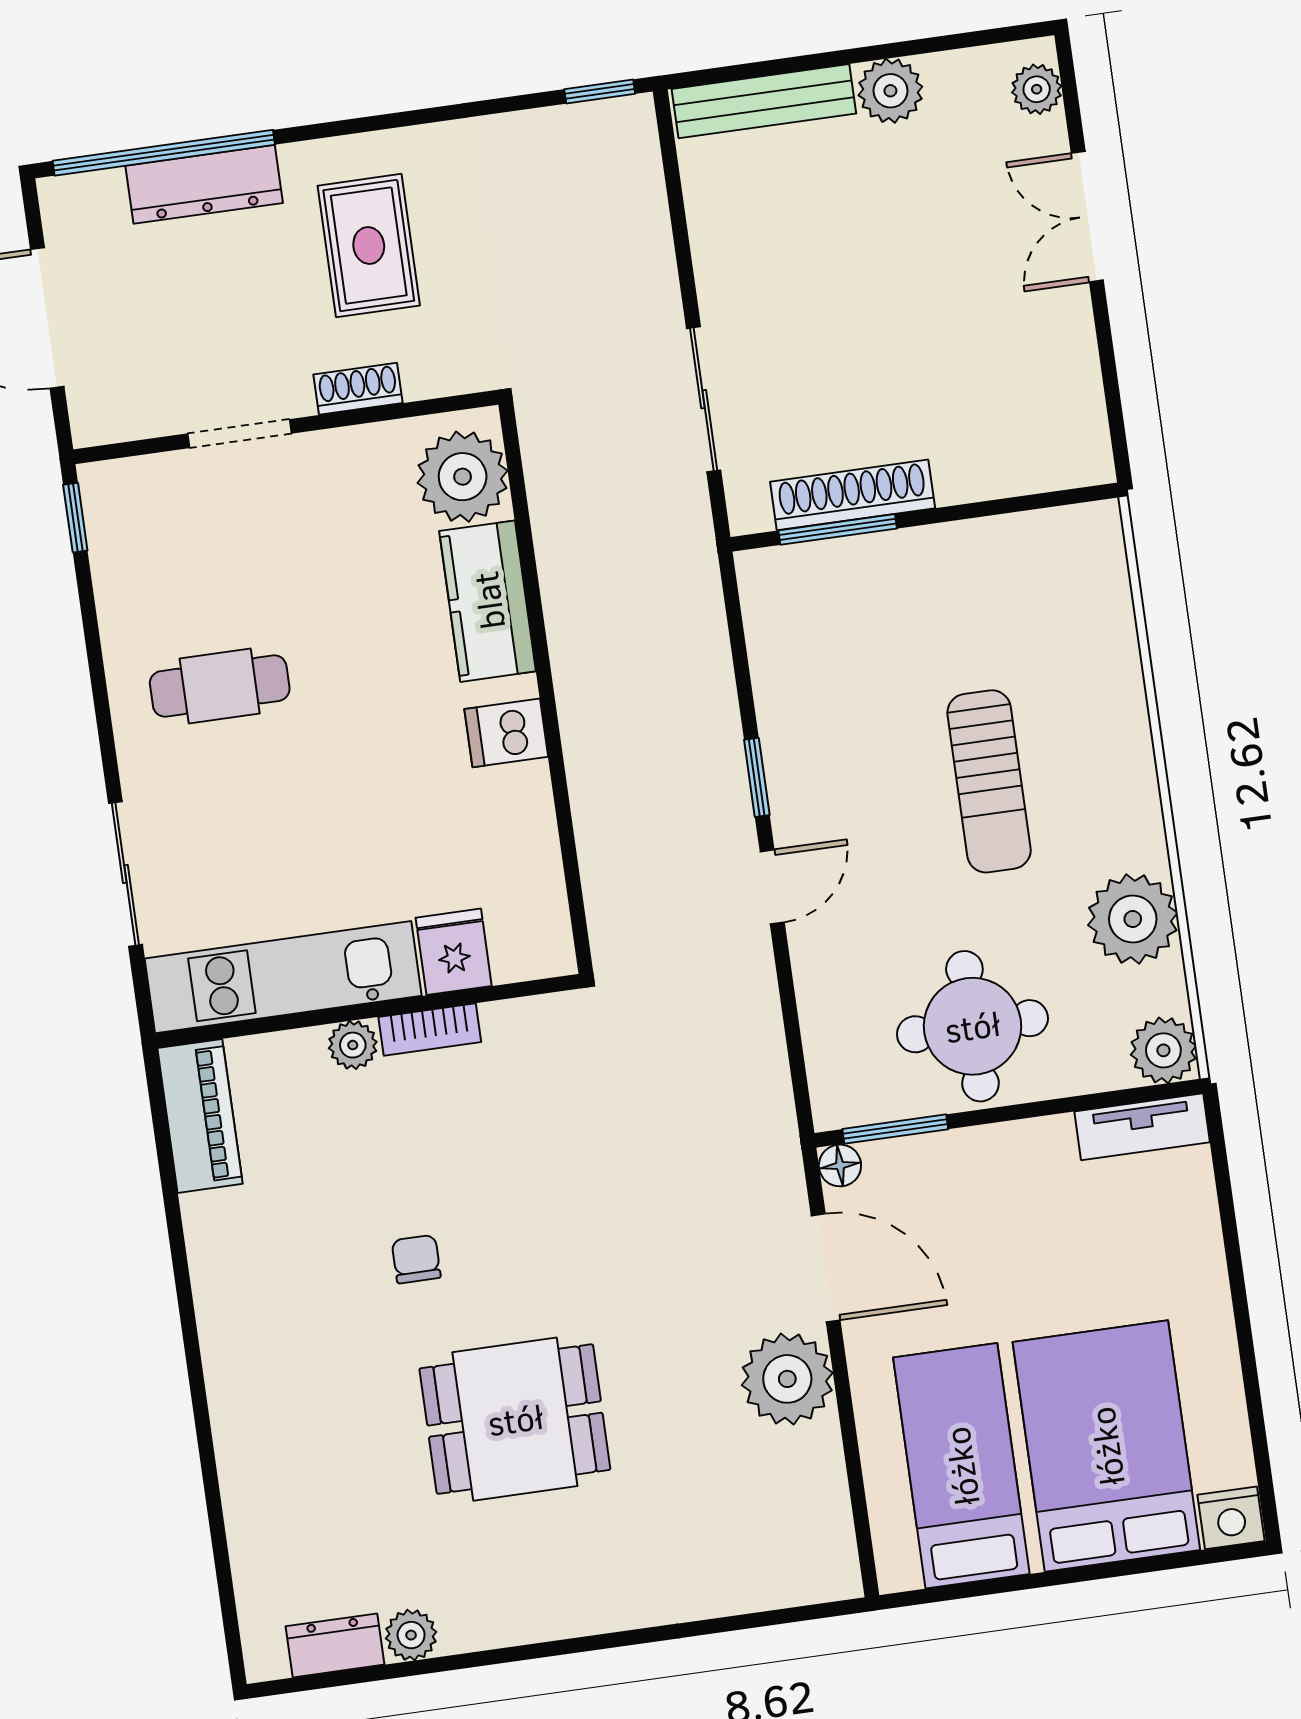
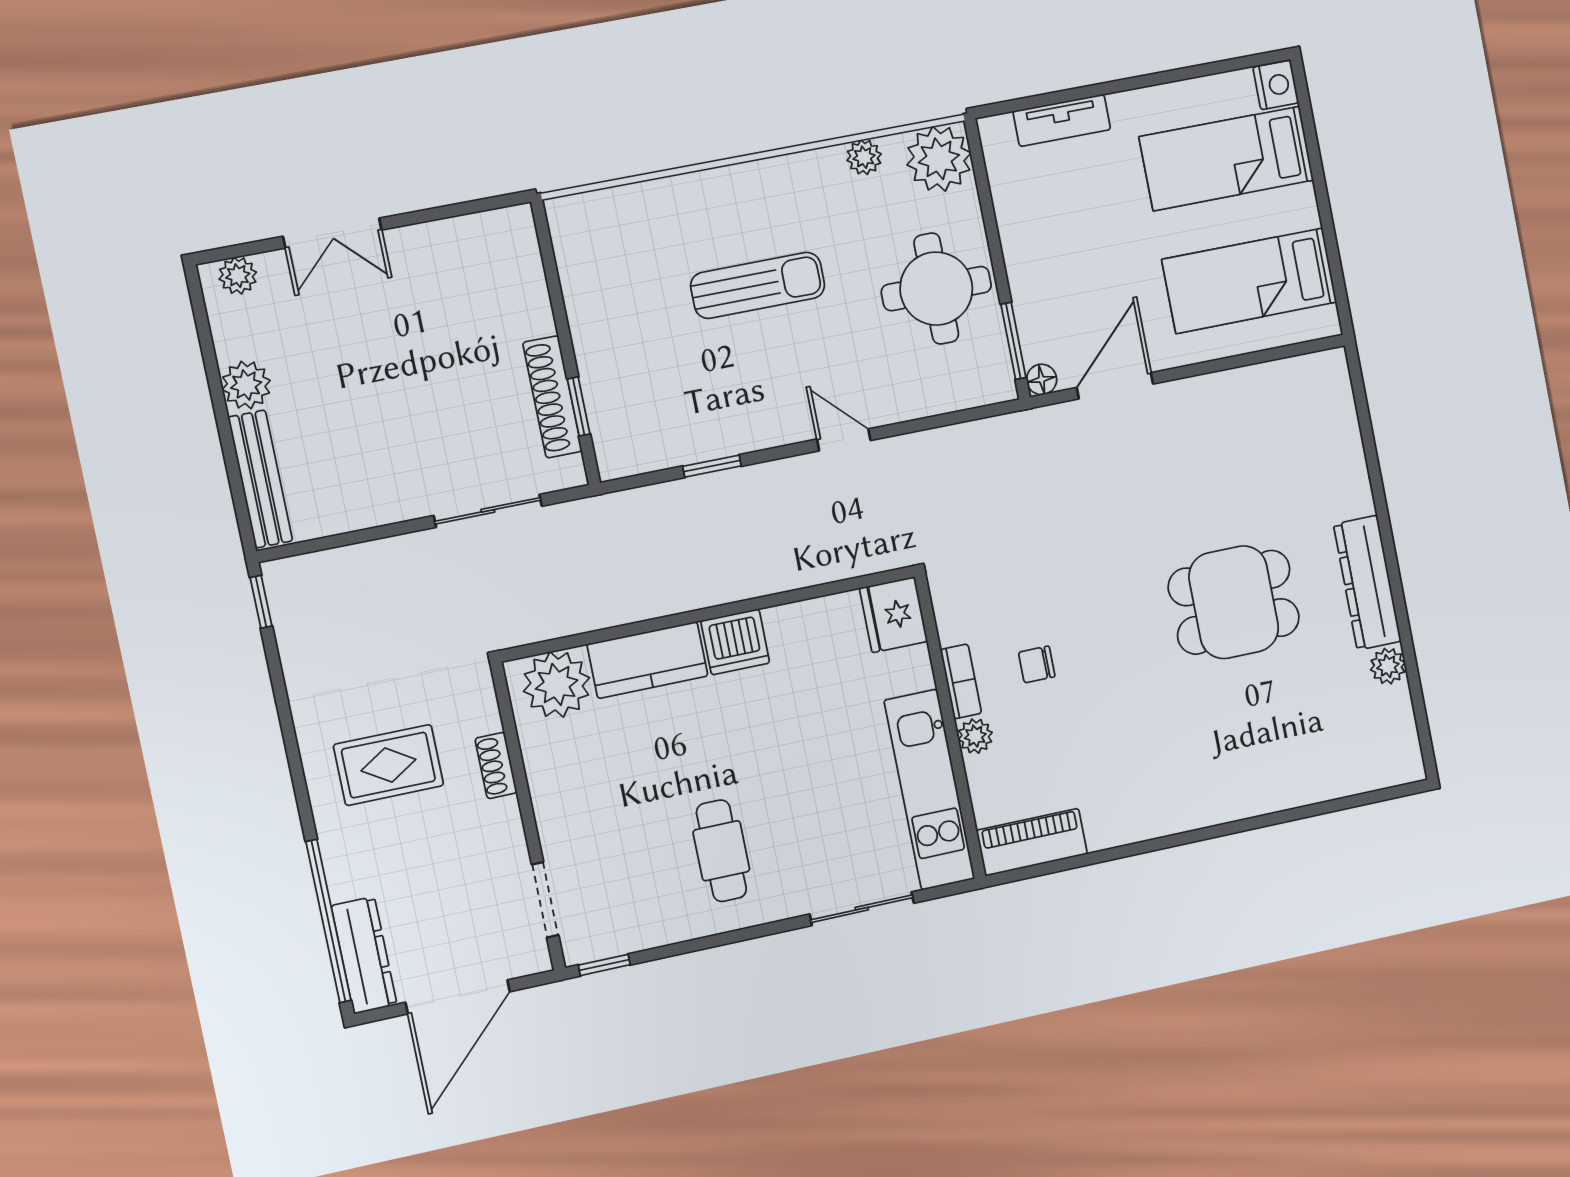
dresser: (204, 184) -> (364, 955), moved
doorway: (239, 434) -> (545, 900), moved
window: (838, 529) -> (579, 406), width x0.67
dishwasher: (506, 733) -> (735, 642), width x1.38
window: (757, 777) -> (712, 466), moved
plant: (1133, 919) -> (864, 157), width x0.53, depth x0.53
fridge: (454, 952) -> (894, 615), moved, width x1.38
plant: (1163, 1050) -> (939, 159), width x1.36, depth x1.36
tv unit: (1142, 1127) -> (1062, 120), moved, turned 90
chair: (416, 1259) -> (1037, 664), moved
plant: (787, 1379) -> (1195, 409), removed
dining table: (515, 1419) -> (1234, 602), turned 90
bed: (1106, 1446) -> (1226, 158), width x0.67
dresser: (335, 1645) -> (1367, 583), moved, width x1.96, depth x1.24

